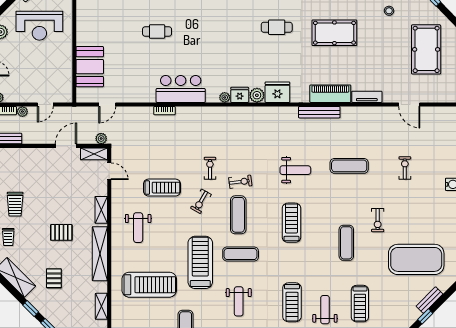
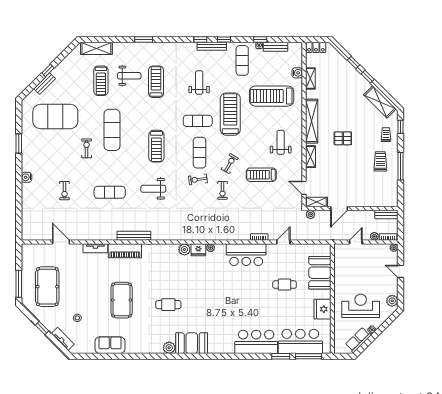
cafe table: (157, 31) -> (285, 285), moved
pool table: (334, 33) -> (122, 300), turned 90
fridge: (277, 92) -> (322, 309), moved, turned 90
door: (107, 104) -> (283, 242), moved
exercise mat: (346, 243) -> (112, 130), width x1.36, depth x1.45
treadmill: (200, 262) -> (230, 114), turned 180
pallet: (54, 278) -> (349, 101), removed
treadmill: (360, 304) -> (101, 81), turned 180
weight bench: (325, 310) -> (129, 76), turned -90
water cooler: (118, 313) -> (297, 73), added

